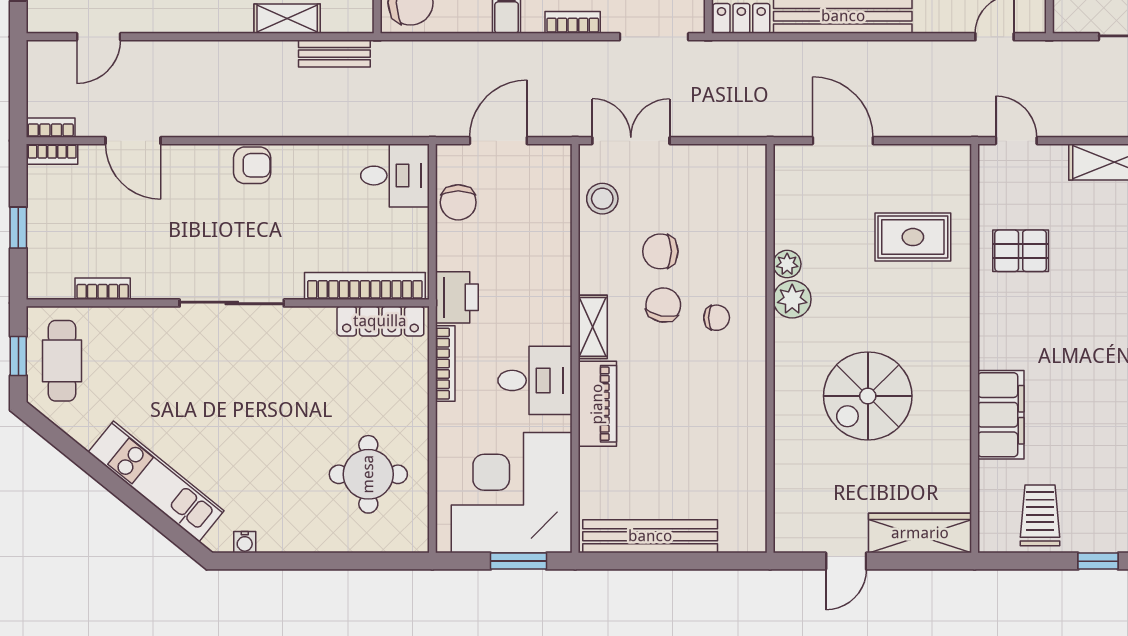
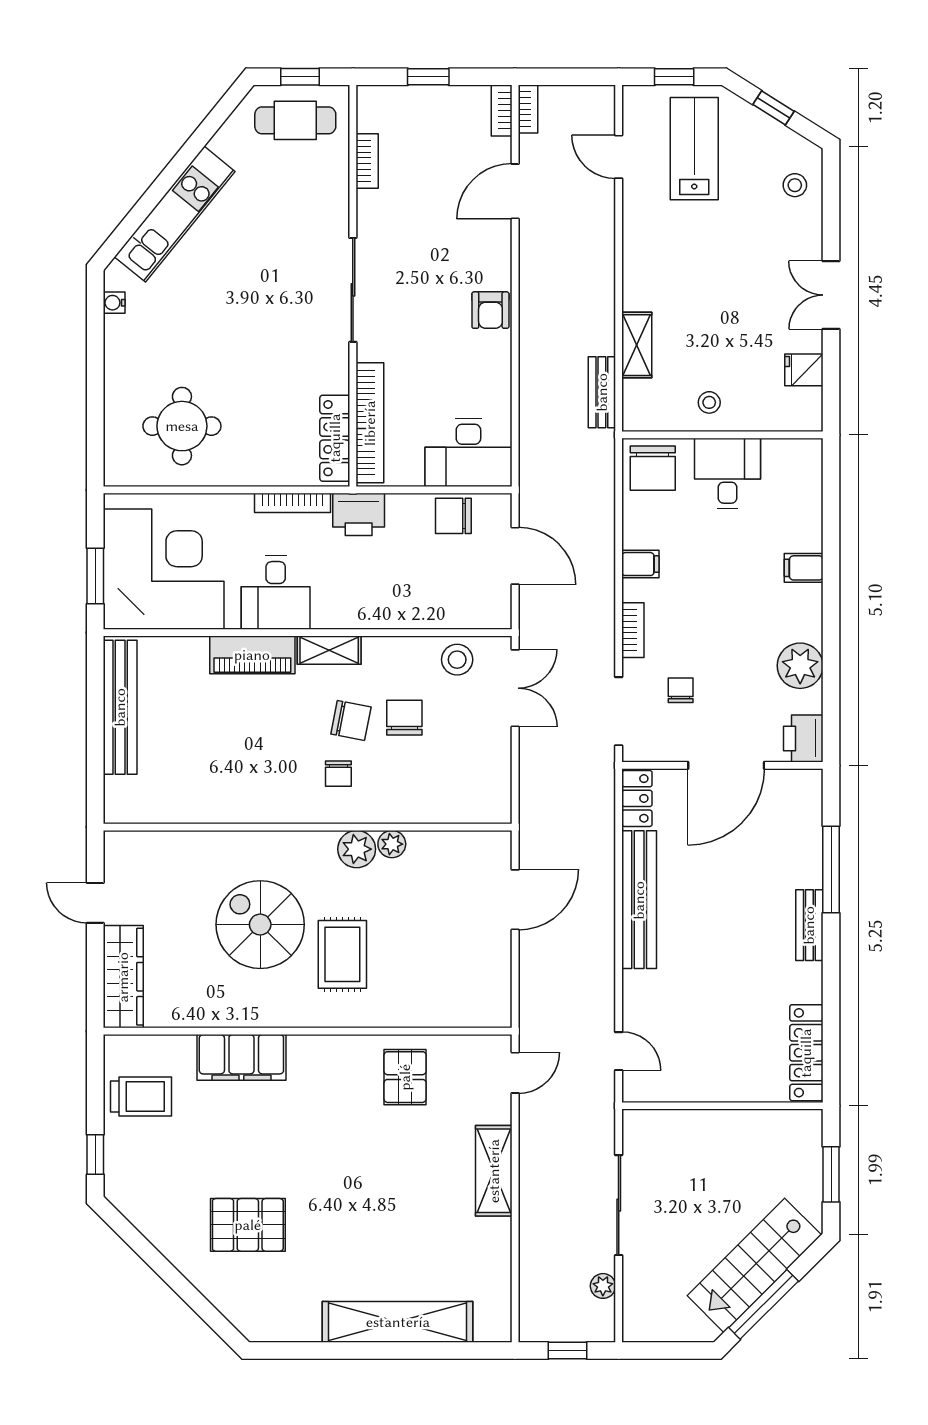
desk: (395, 176) -> (468, 453), width x1.37
rug: (913, 237) -> (342, 954), moved

